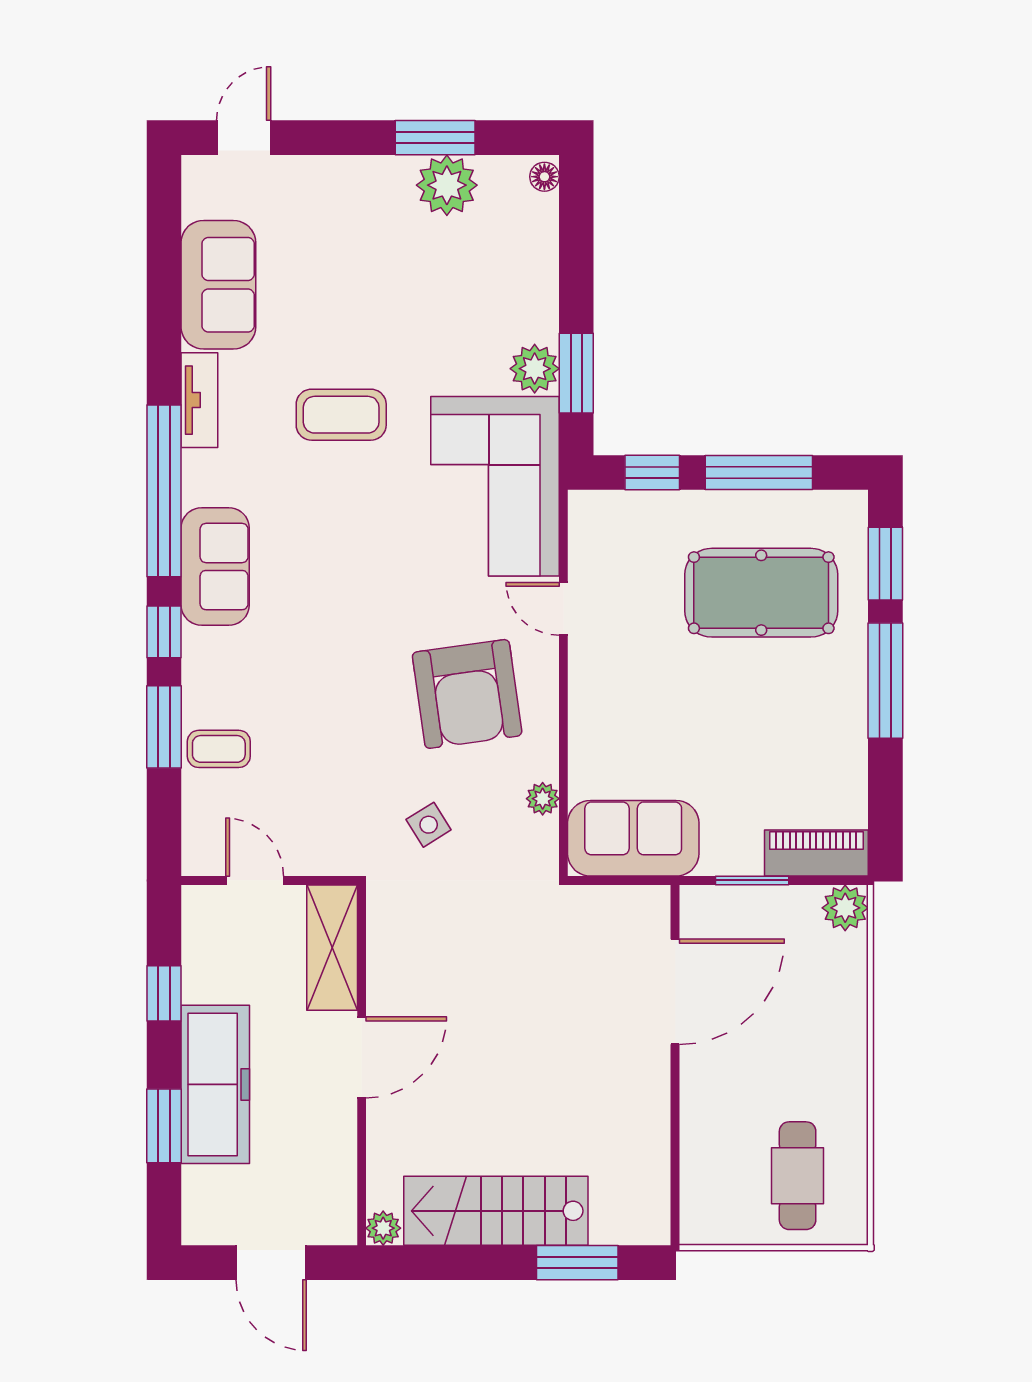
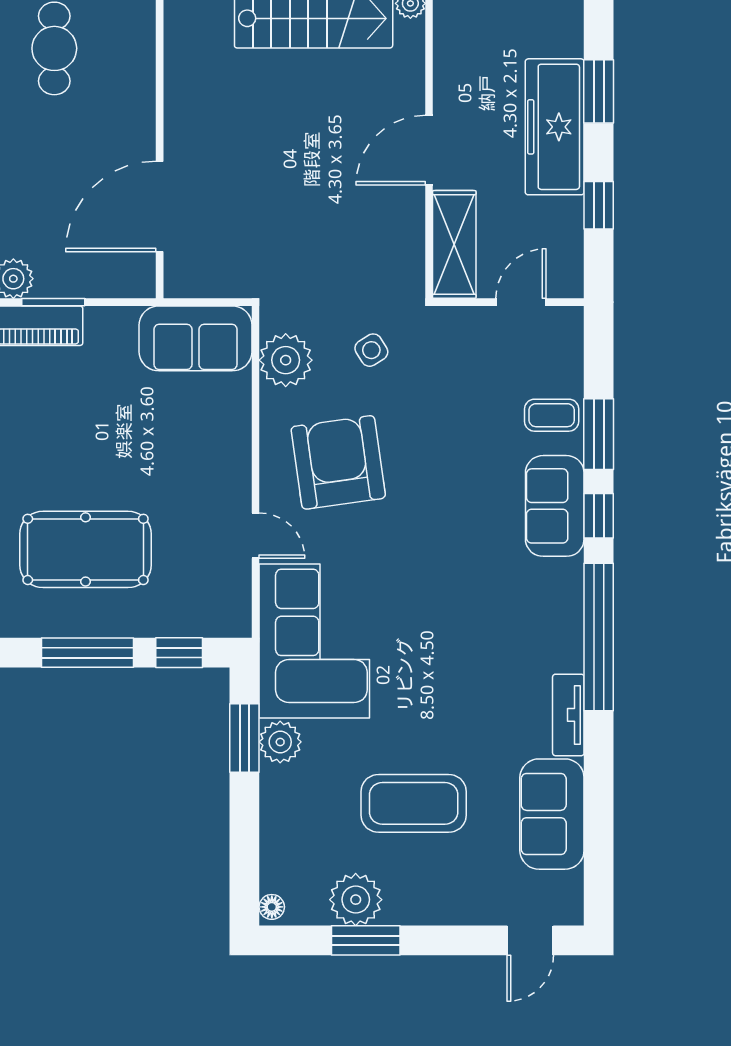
coffee table: (341, 415) -> (414, 803), moved, width x1.36, depth x1.32
sofa: (215, 567) -> (555, 506), moved
plant: (543, 799) -> (286, 360), width x1.88, depth x1.88
door: (255, 880) -> (521, 302), swing flipped
window: (752, 880) -> (53, 302), moved

